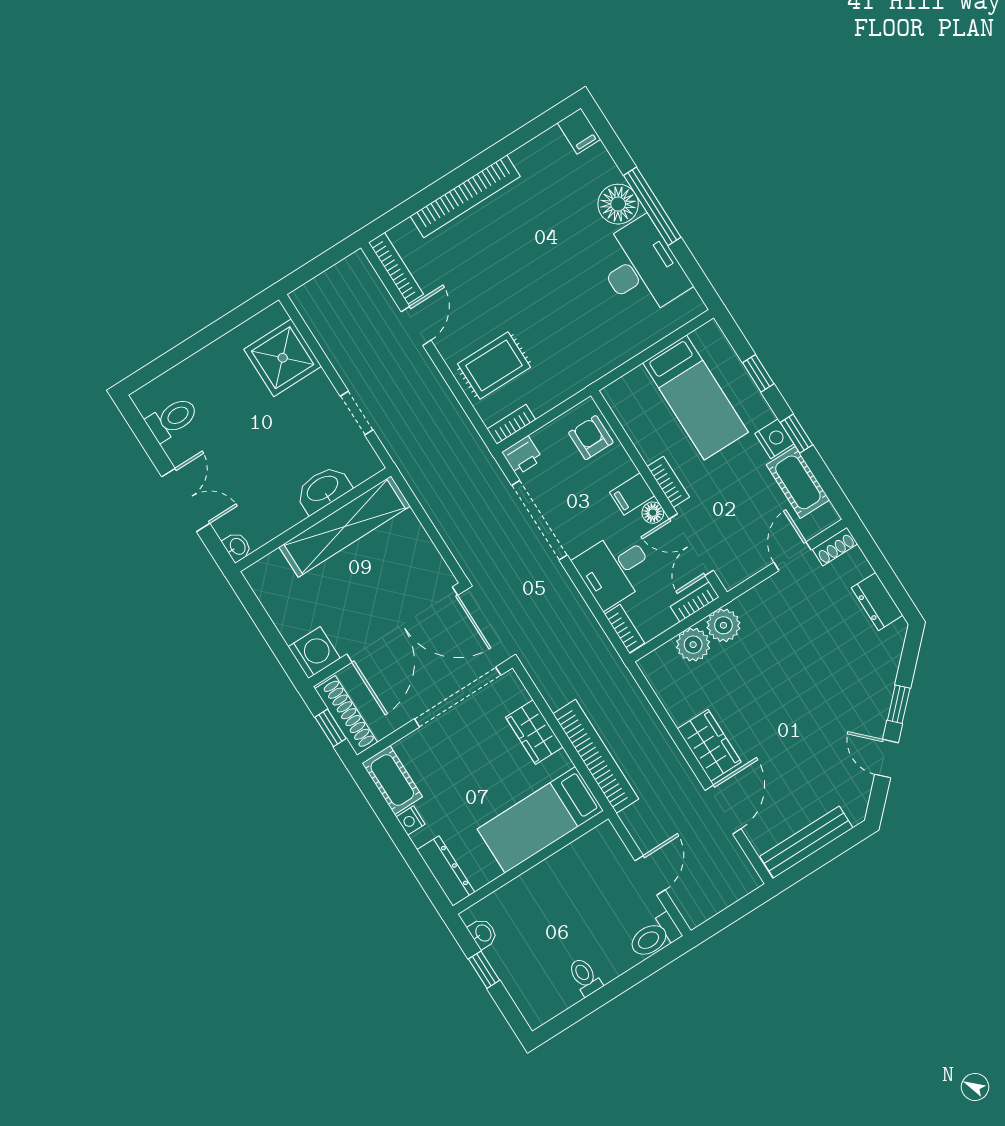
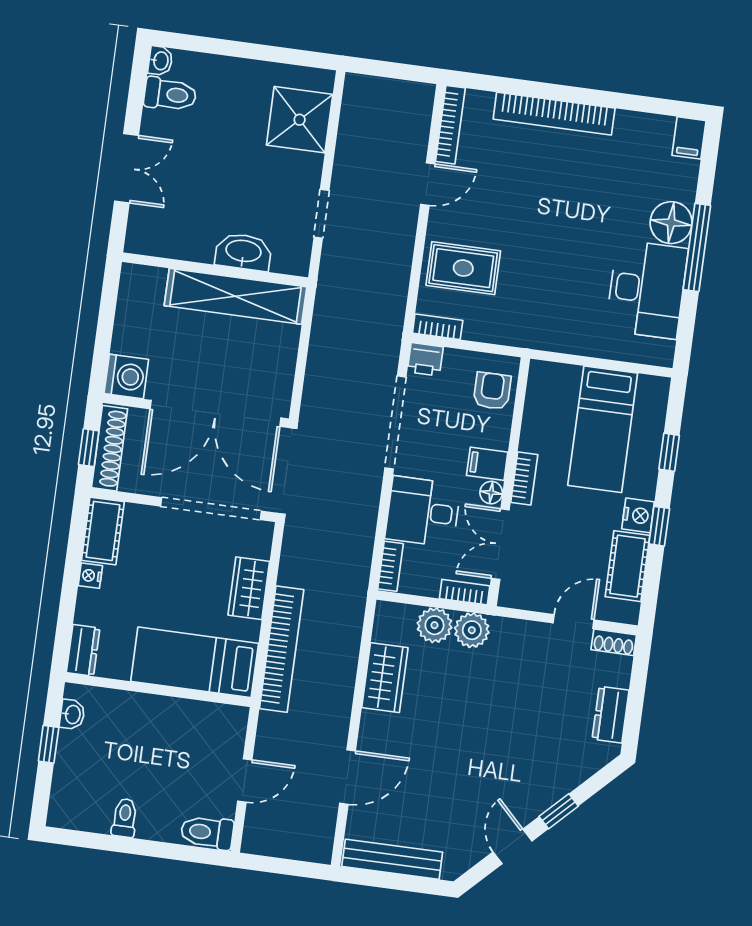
washbasin: (237, 547) -> (160, 61), moved
wardrobe: (709, 745) -> (385, 678), moved
dresser: (446, 871) -> (83, 650), width x0.70

